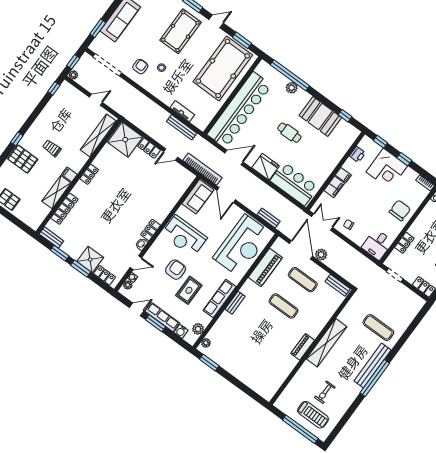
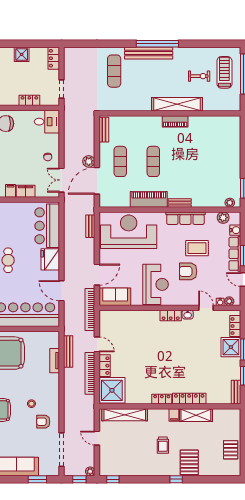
bookcase: (152, 132) -> (90, 373), added
locker: (64, 209) -> (189, 399), moved
piano: (265, 267) -> (149, 199), moved
shelving: (327, 343) -> (177, 104), moved

